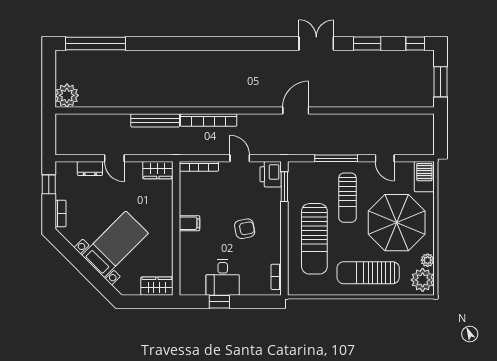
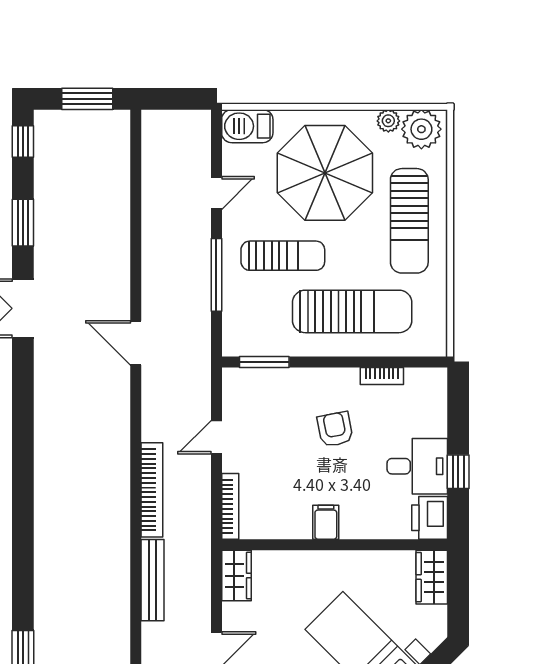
printer: (271, 174) -> (430, 518), moved, turned 90
bookcase: (276, 277) -> (382, 376), moved

